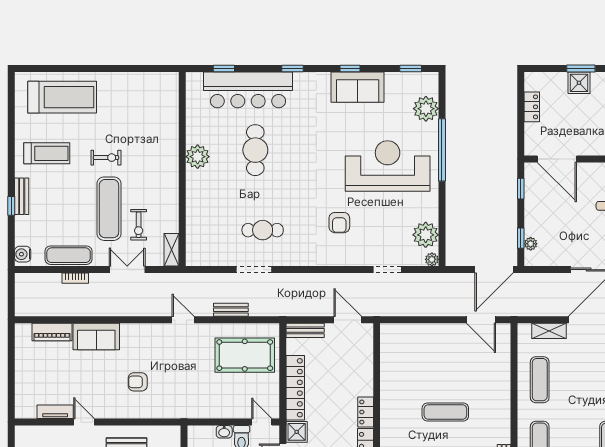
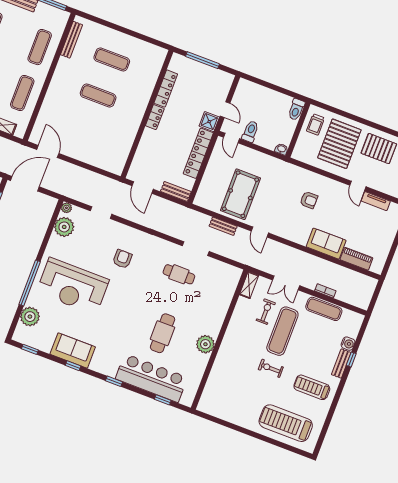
water cooler: (23, 254) -> (348, 344), moved
pool table: (245, 355) -> (240, 194), moved, turned 90
washbasin: (224, 432) -> (281, 149), moved

